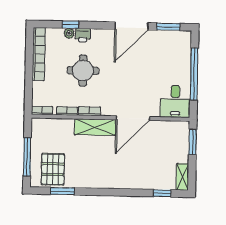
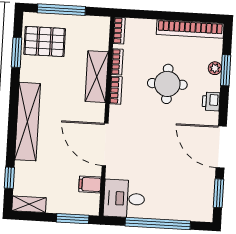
window: (70, 25) -> (226, 70), width x1.50
printer: (83, 35) -> (211, 102), moved
shelving: (95, 127) -> (97, 77), moved
filing cabinet: (165, 129) -> (90, 184), added
shelving: (117, 180) -> (28, 122), added

